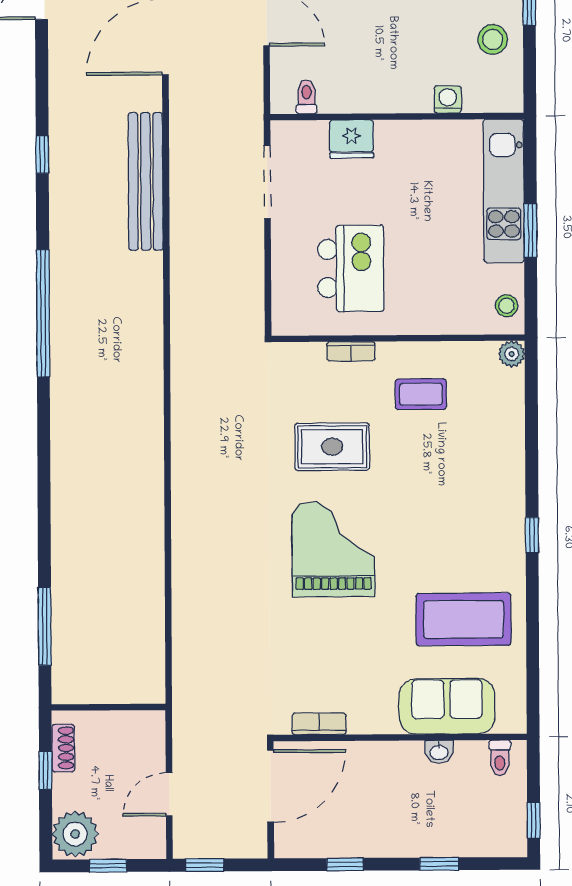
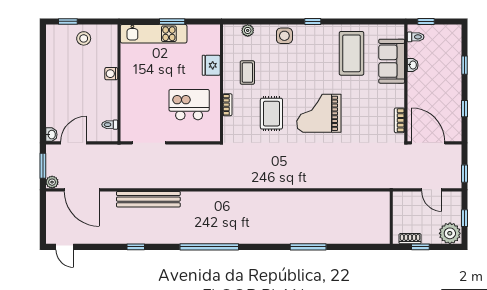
washing machine: (448, 99) -> (111, 74), moved
fridge: (351, 139) -> (211, 65), moved, turned 180
stool: (507, 306) -> (207, 33), removed
plant: (512, 354) -> (248, 30), moved
side table: (501, 474) -> (284, 36), added
window: (45, 626) -> (308, 247), moved
window: (534, 820) -> (426, 21), moved

